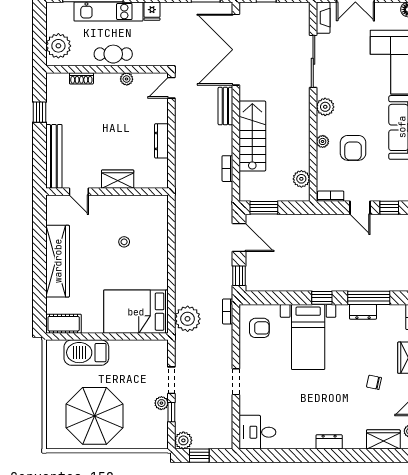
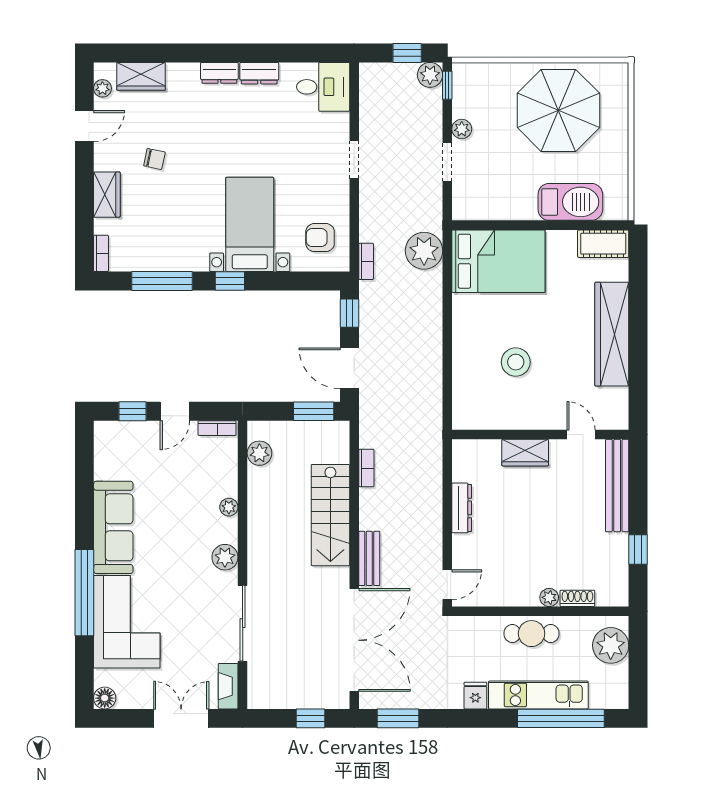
plant: (127, 79) -> (549, 597), moved
armchair: (353, 148) -> (185, 498), removed
door: (360, 208) -> (175, 411), swing flipped
stool: (124, 242) -> (516, 362), width x1.89, depth x1.89
dresser: (363, 312) -> (259, 73), moved, turned 180
window: (171, 412) -> (447, 85), moved

